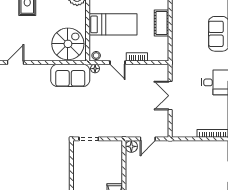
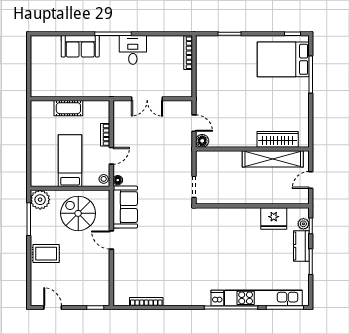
spiral stairs: (68, 44) -> (78, 213), moved
door: (16, 63) -> (111, 240), moved

